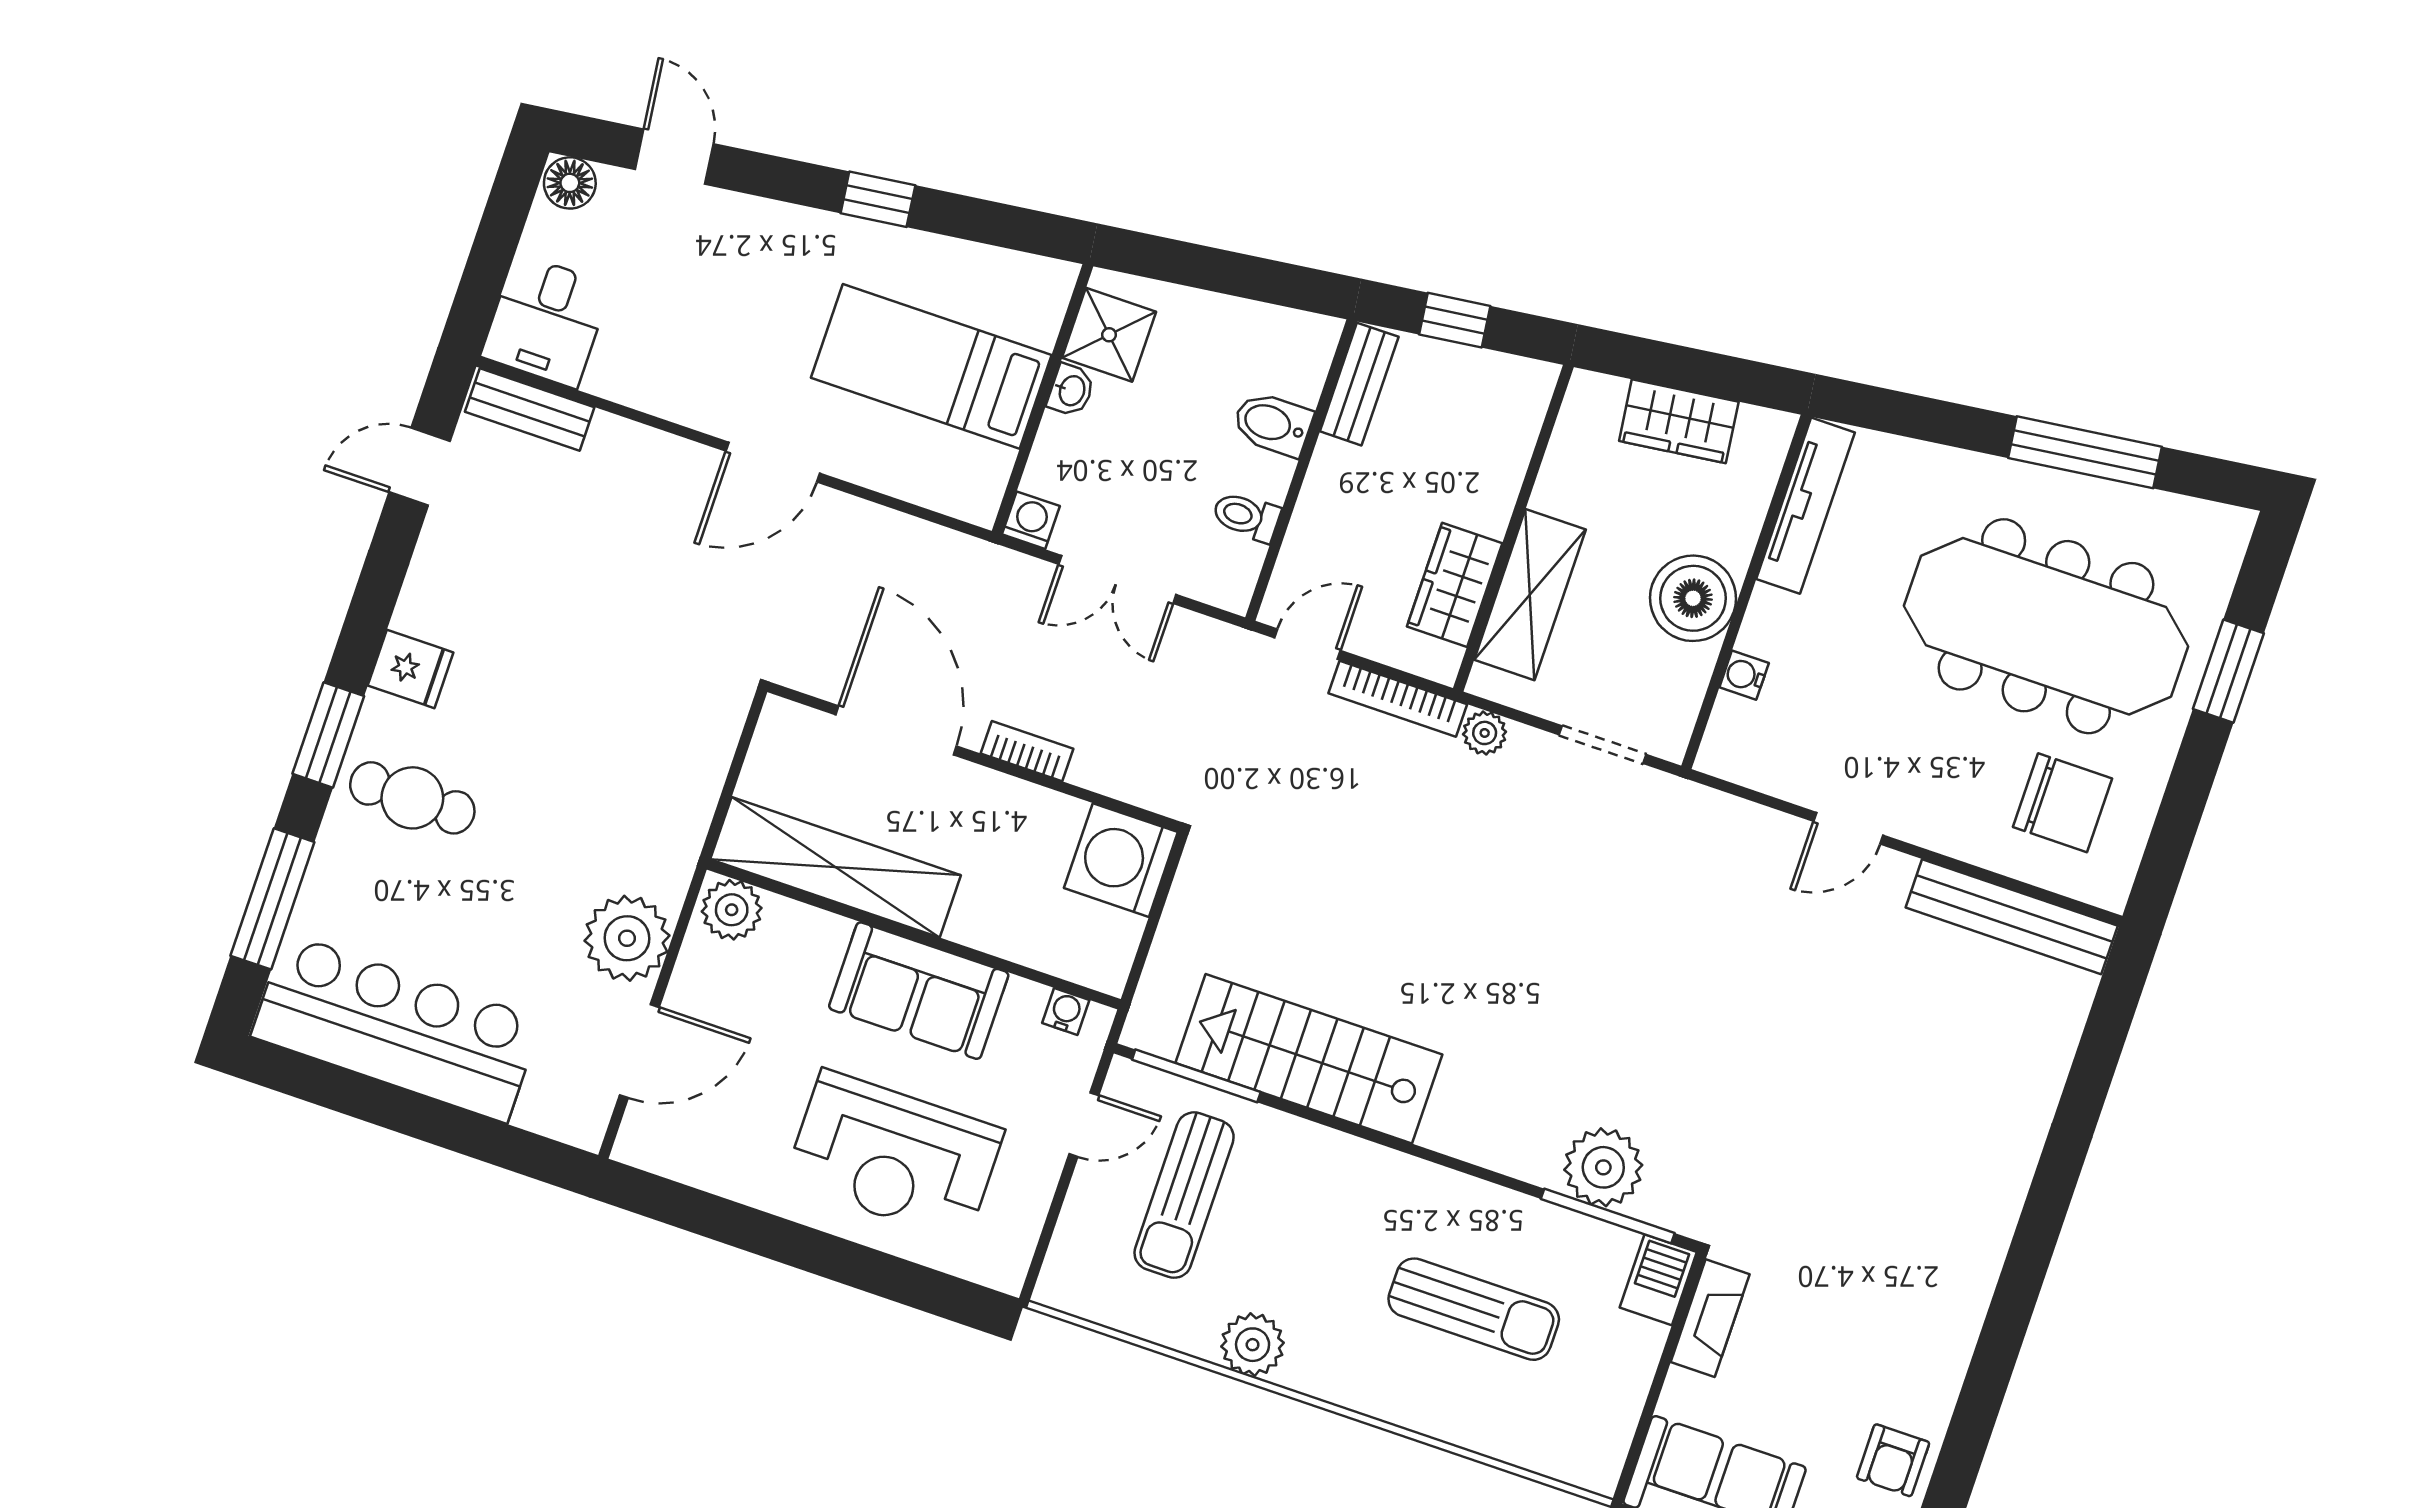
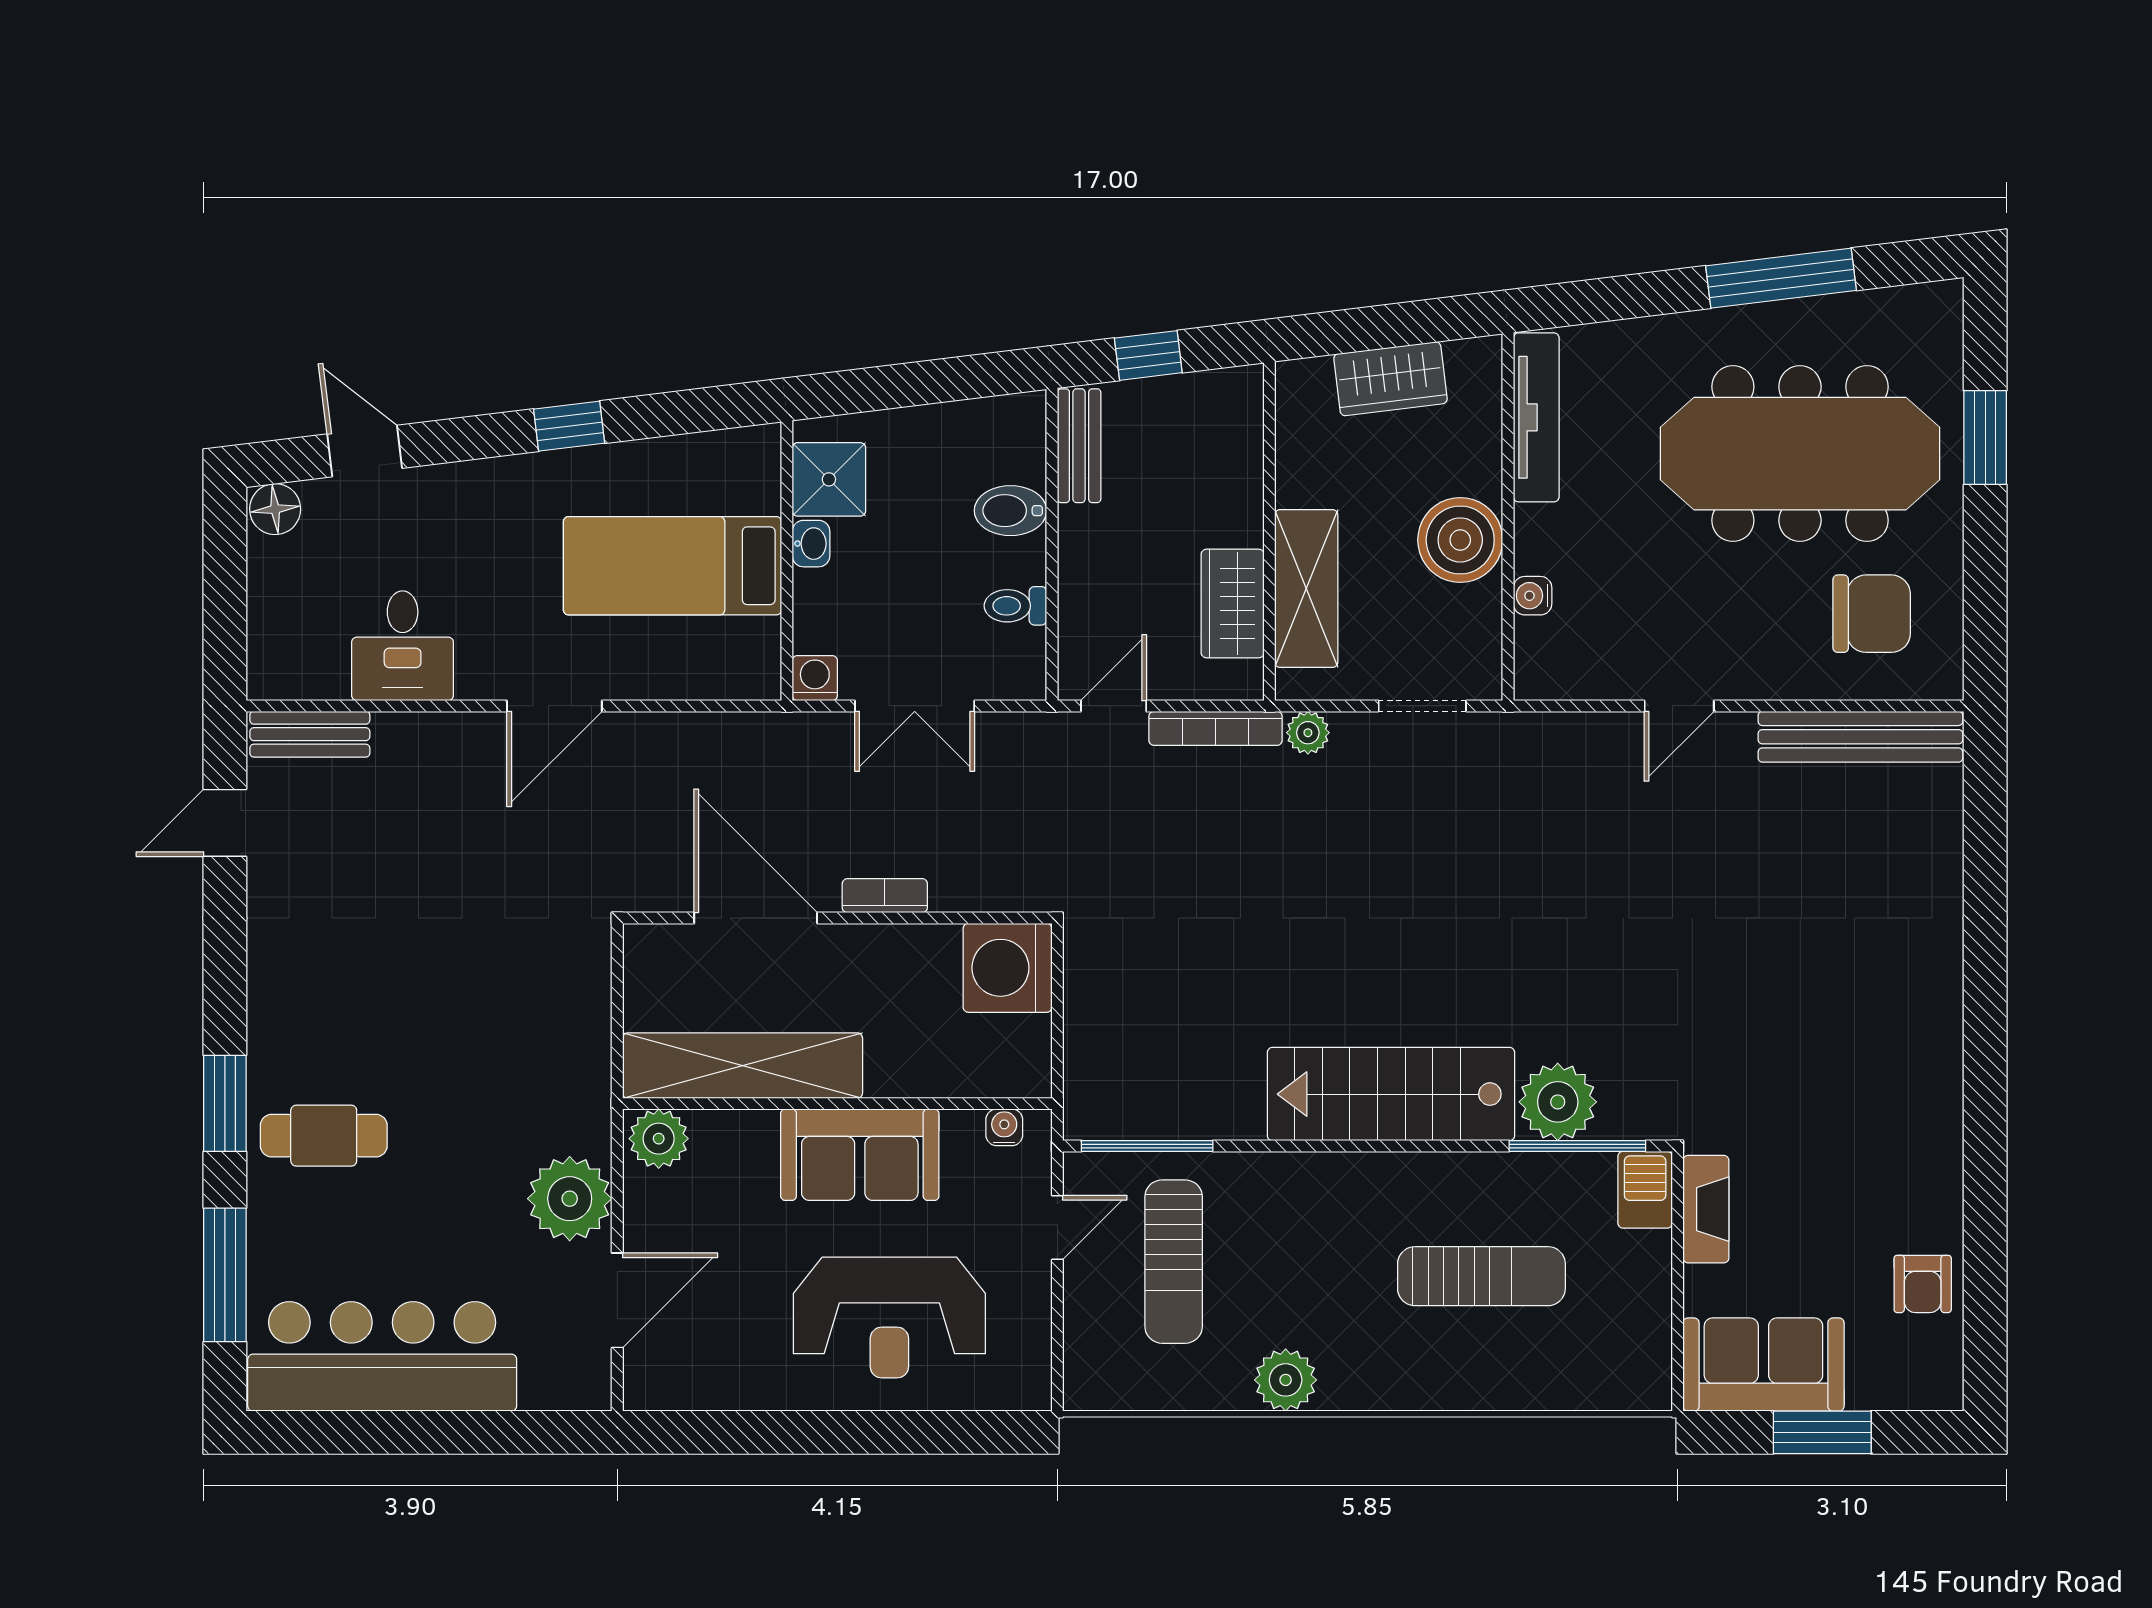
desk: (546, 321) -> (403, 646), moved
fridge: (411, 669) -> (281, 1015), removed
stairs: (1309, 1059) -> (1391, 1094), moved

